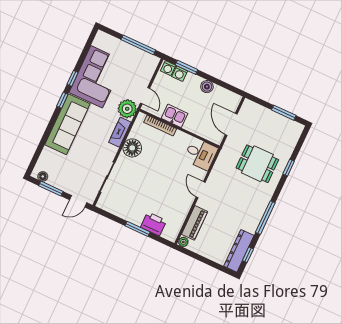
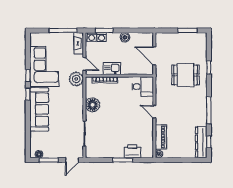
fireplace: (120, 132) -> (79, 43), moved

